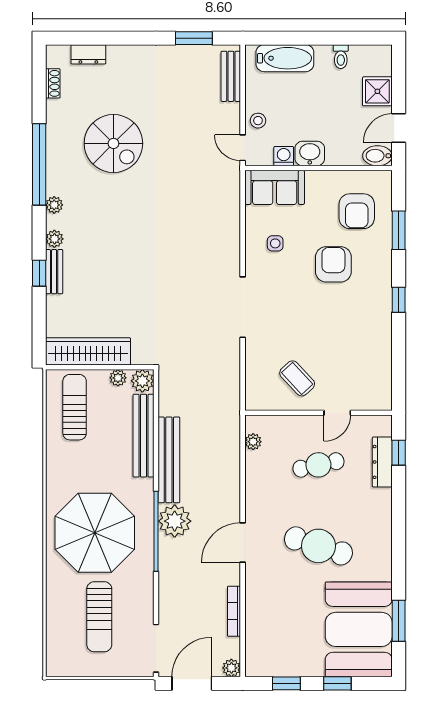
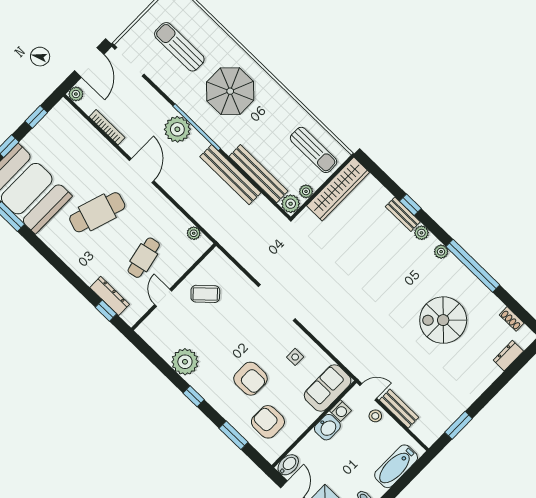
bench: (231, 76) -> (399, 409), moved
plant: (375, 338) -> (185, 362), added
plant: (175, 521) -> (177, 129), moved
parasol: (95, 533) -> (230, 91), width x0.73, depth x0.73

